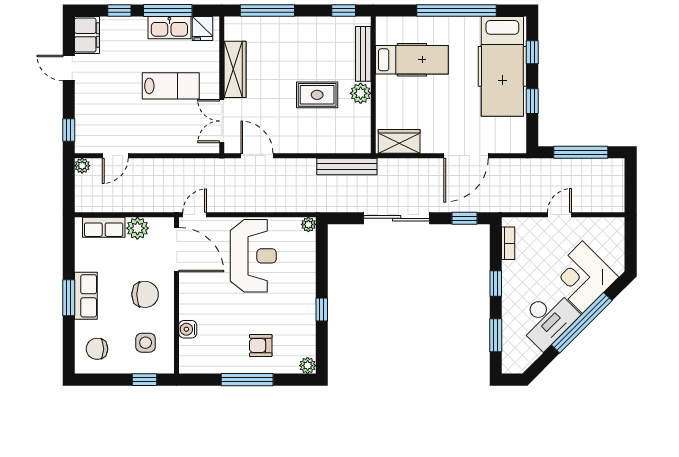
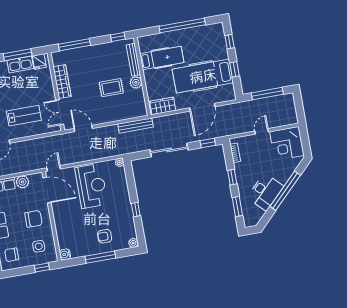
hospital bed: (502, 66) -> (203, 76), moved, turned 90
lab bench: (171, 86) -> (24, 116), moved
corner desk: (582, 277) -> (287, 143), moved, turned -45
water cooler: (188, 329) -> (65, 254), moved

